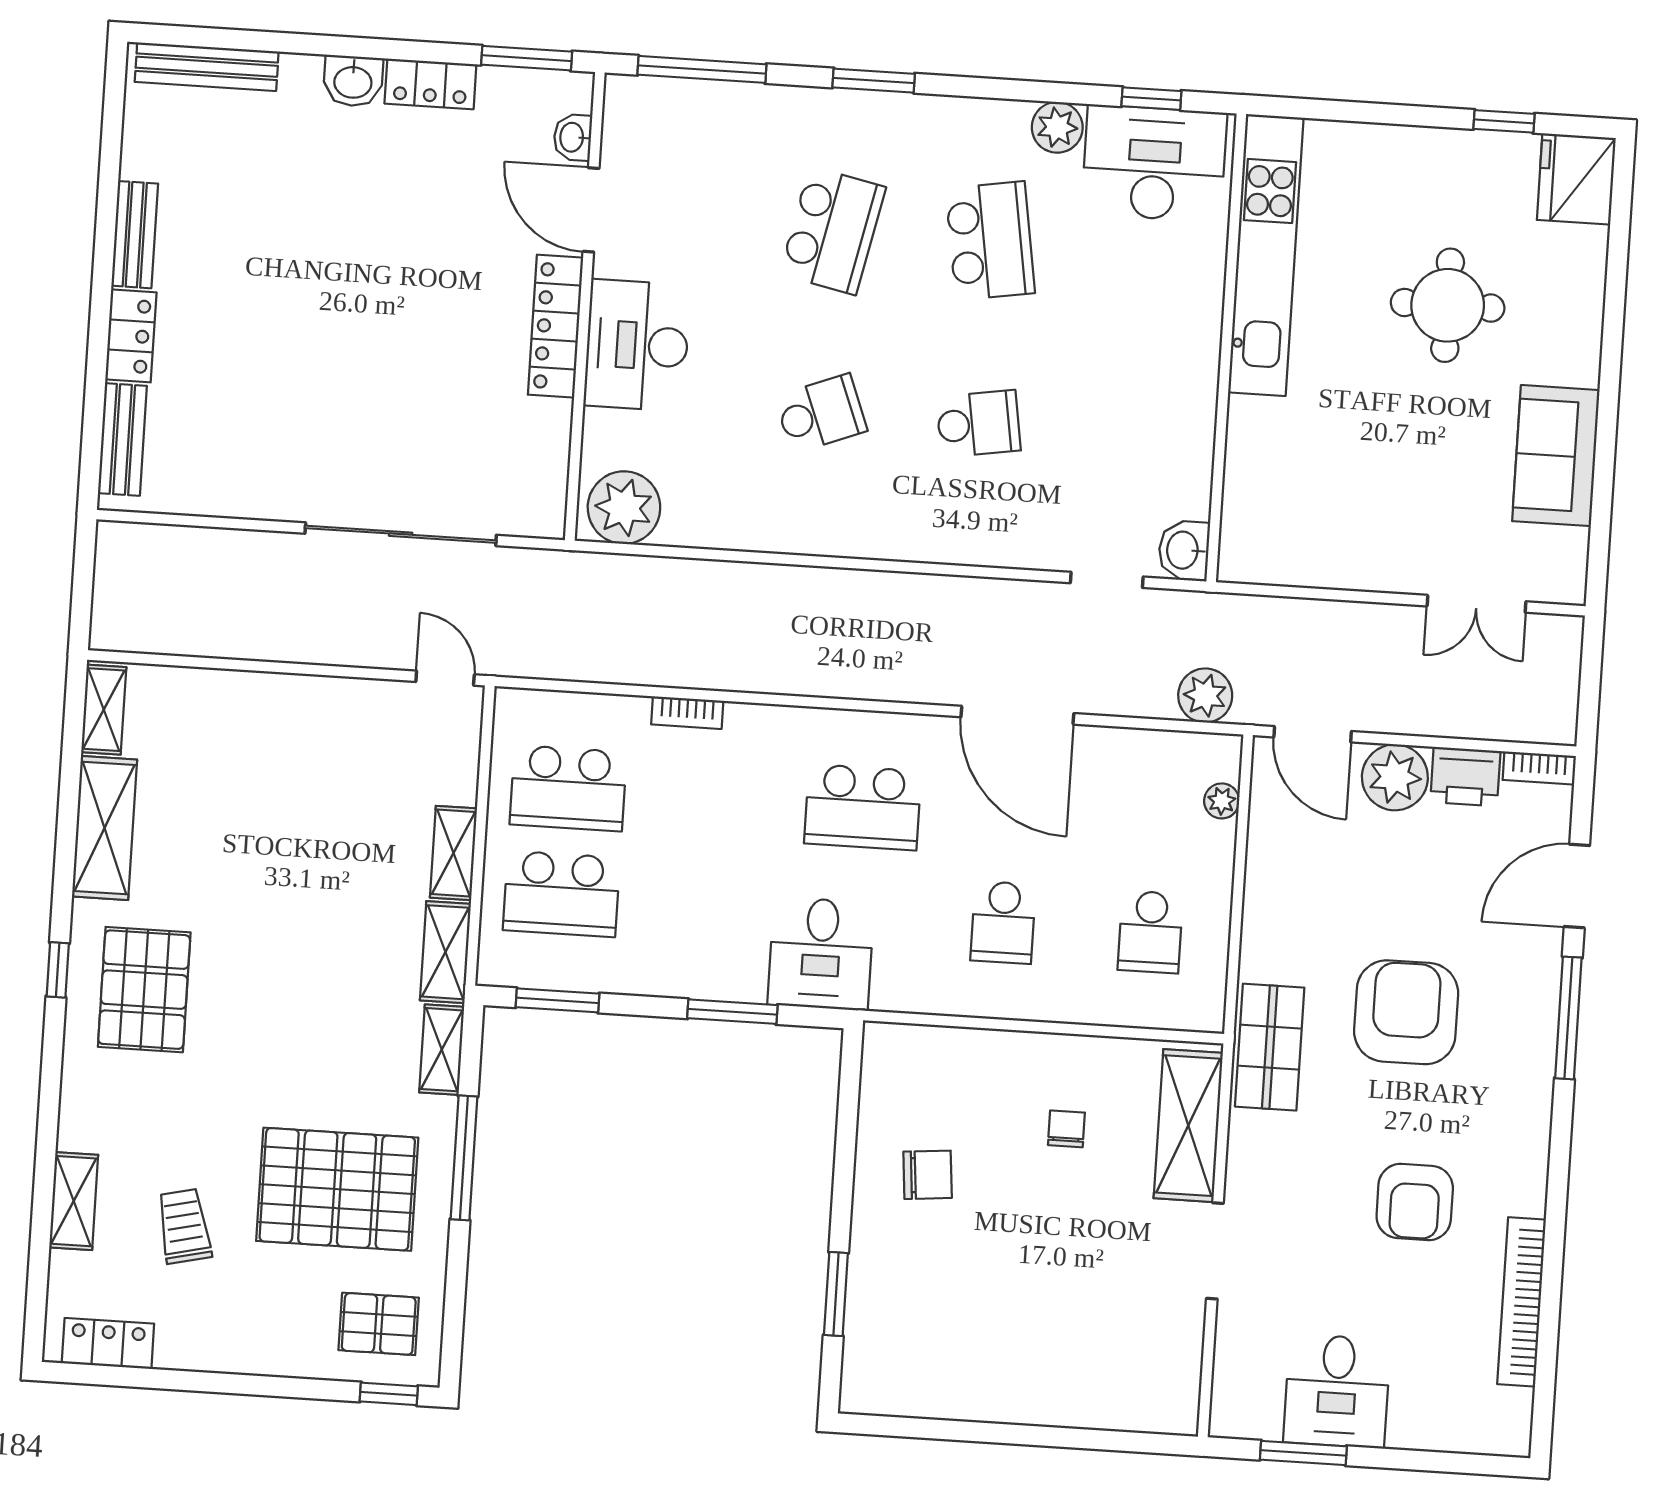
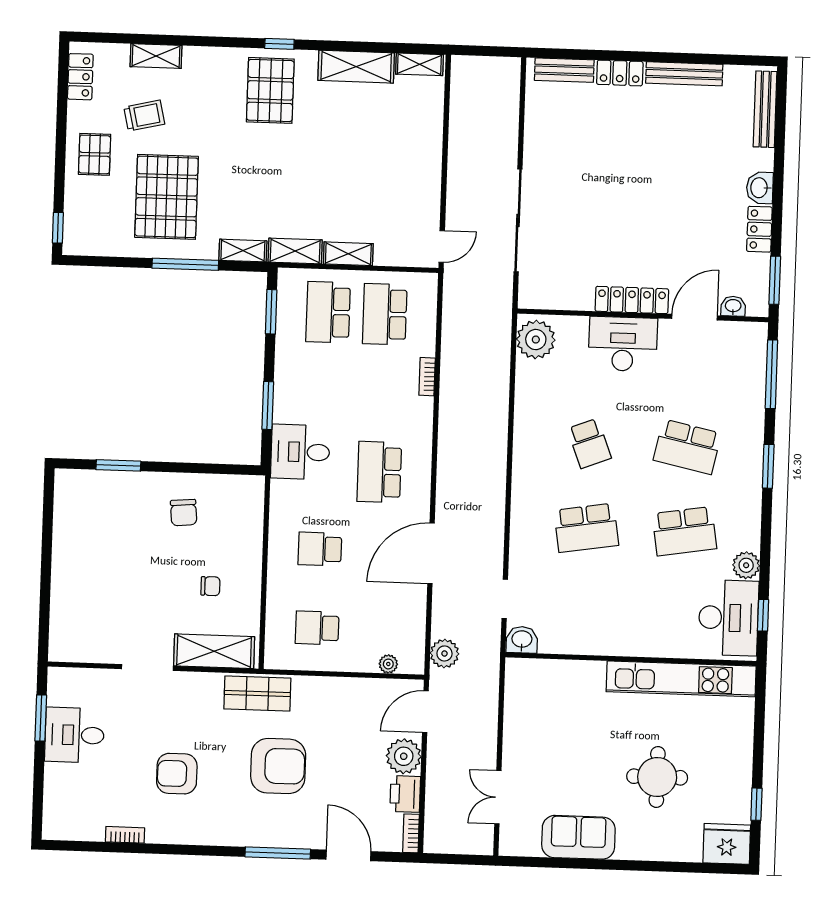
bench: (135, 235) -> (684, 74), width x1.36
school desk: (978, 424) -> (586, 528), width x1.85
pallet: (144, 990) -> (270, 90), turned 90
bookcase: (1522, 1302) -> (125, 835), width x0.43, depth x0.76
pallet: (379, 1324) -> (95, 154), moved

